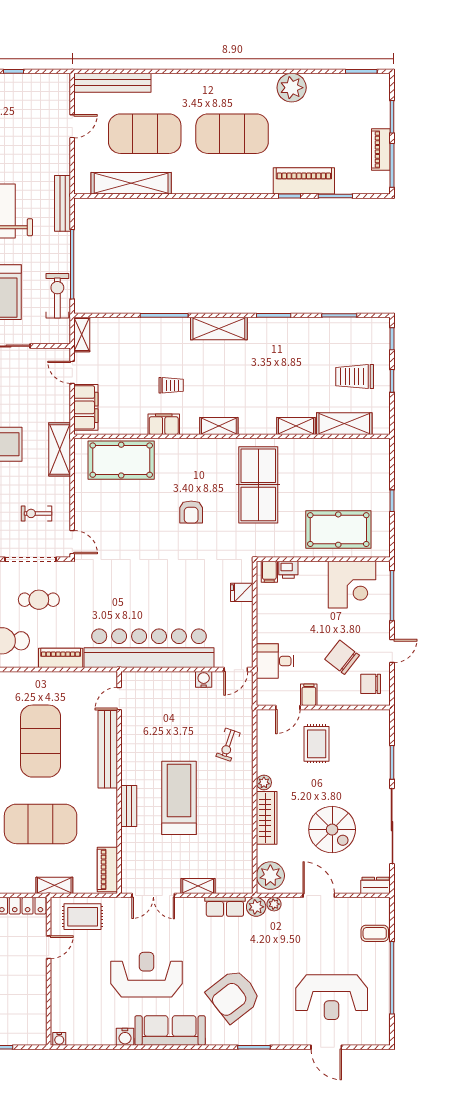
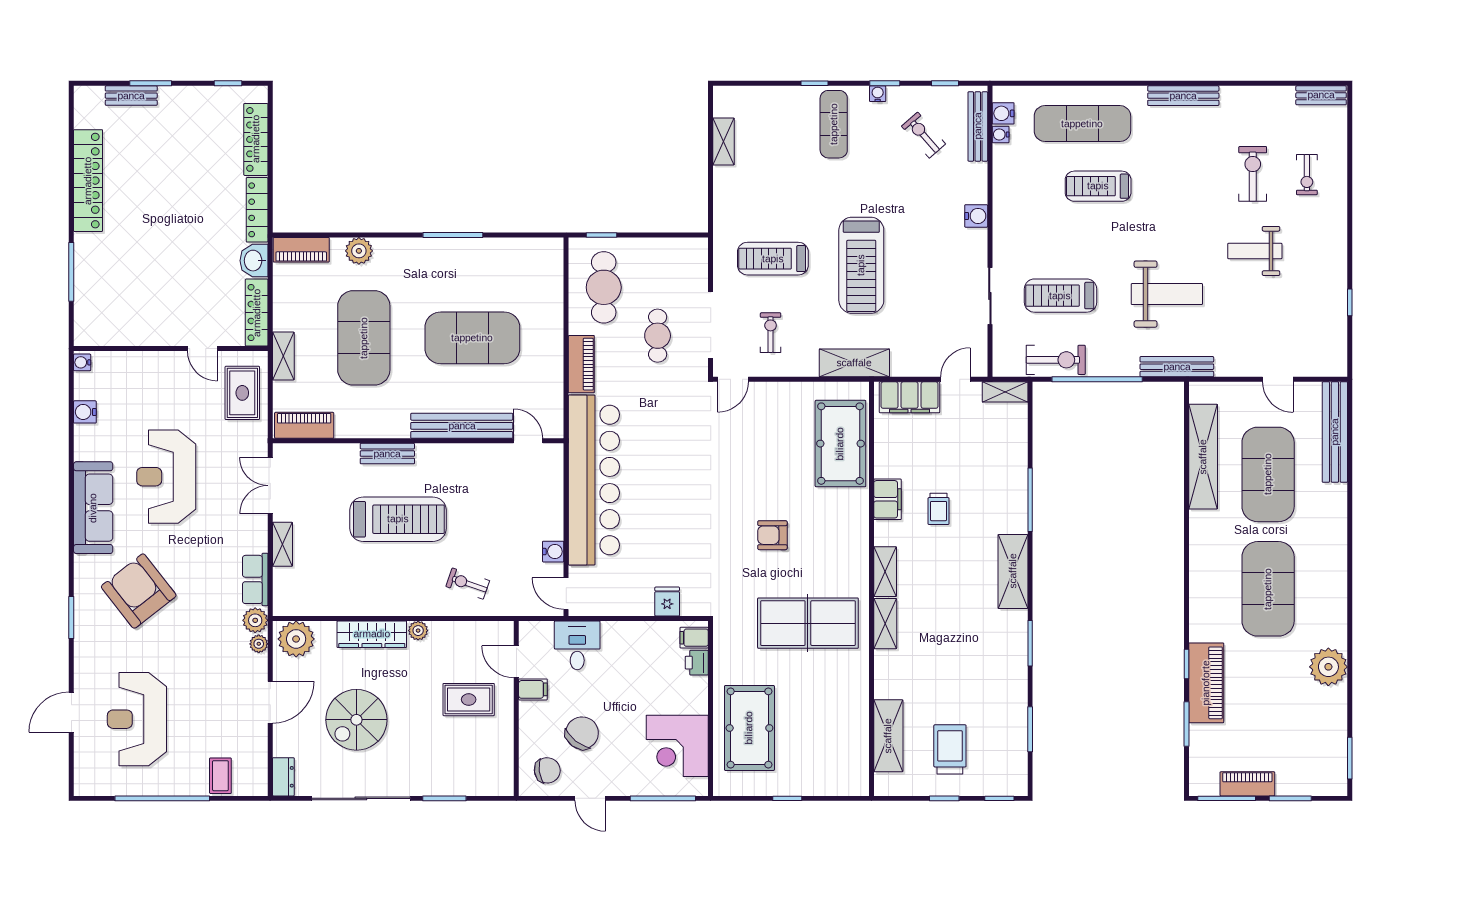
shelving: (296, 426) -> (885, 624), moved
chair: (371, 684) -> (547, 770), turned 82
reception desk: (146, 975) -> (166, 477), turned 180
water cooler: (125, 1037) -> (85, 412), moved

